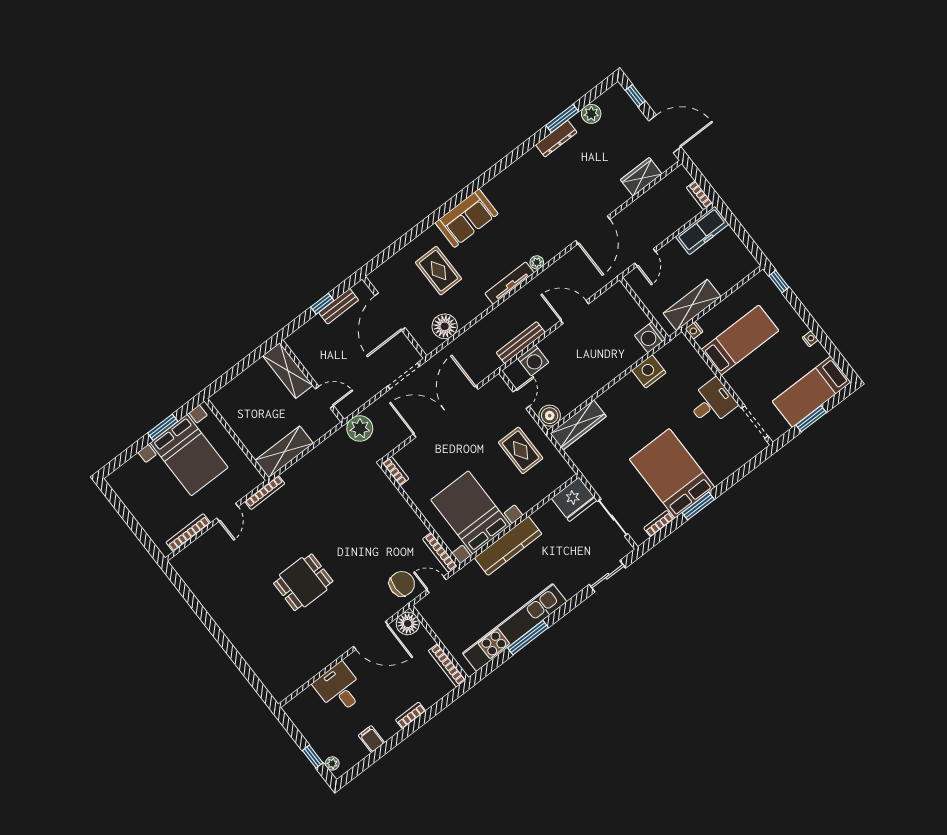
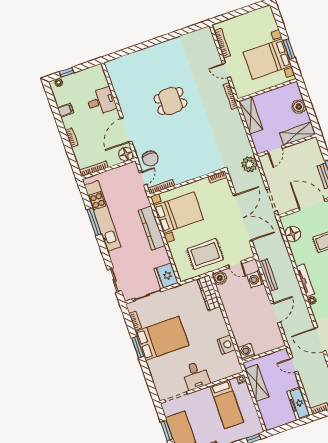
boiler: (246, 382) -> (299, 107), added
rug: (521, 450) -> (205, 254), width x1.36, depth x1.43
dining table: (303, 582) -> (171, 101), turned 90

